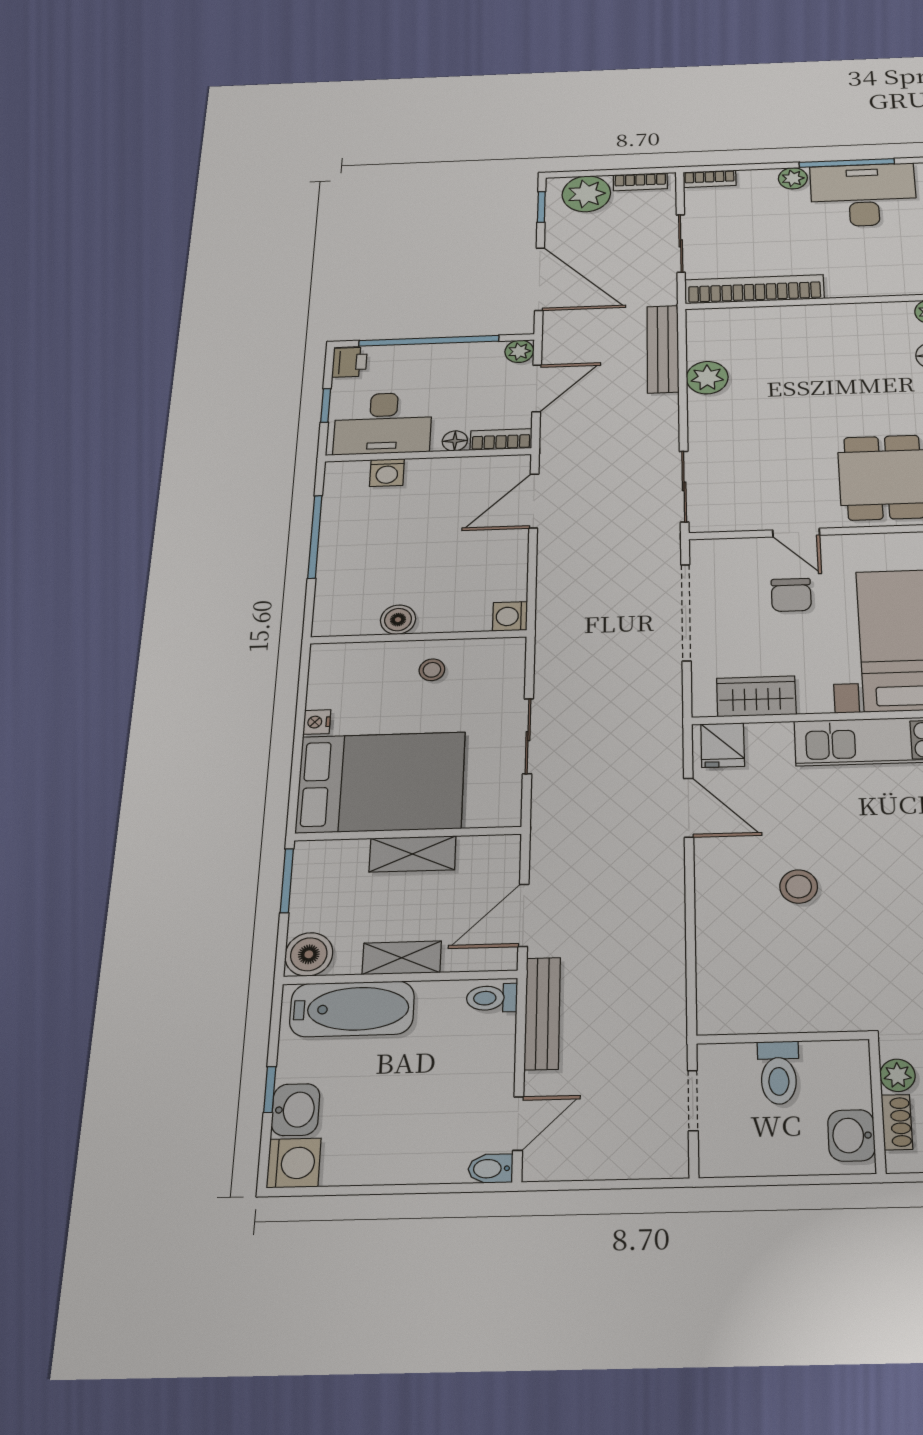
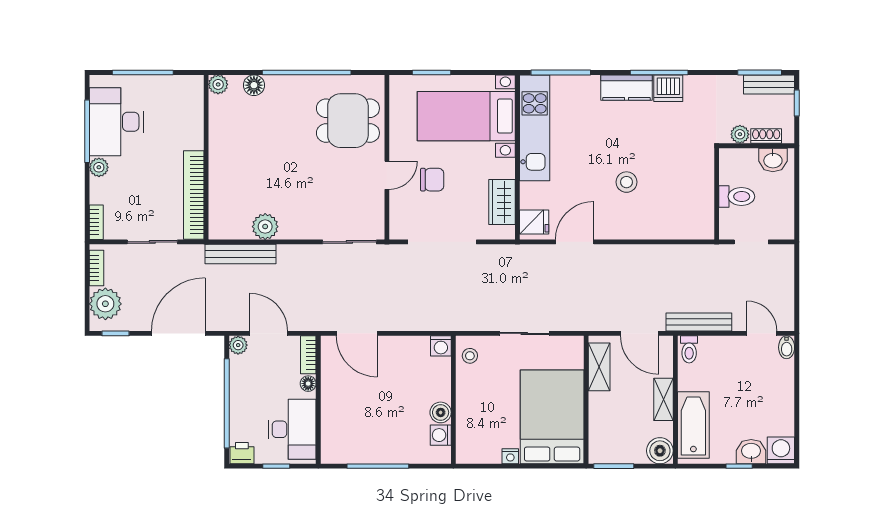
washing machine: (387, 473) -> (441, 435), moved, turned 180
stool: (432, 670) -> (470, 356), moved
shelving: (413, 854) -> (599, 367), moved

